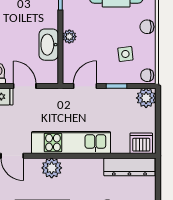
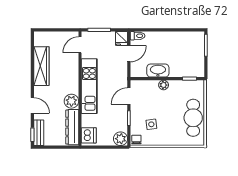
chair: (147, 27) -> (170, 139), removed
door: (85, 86) -> (129, 96), swing flipped
plant: (52, 168) -> (71, 101), moved

